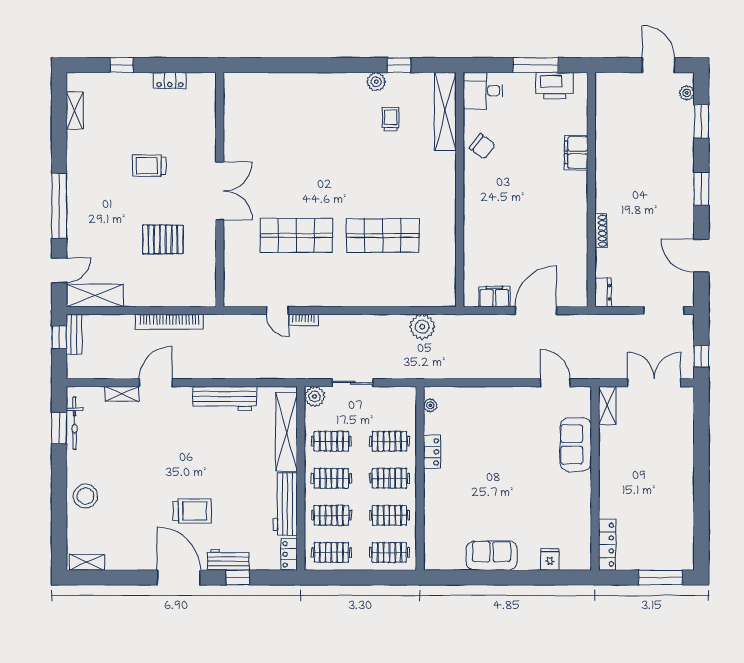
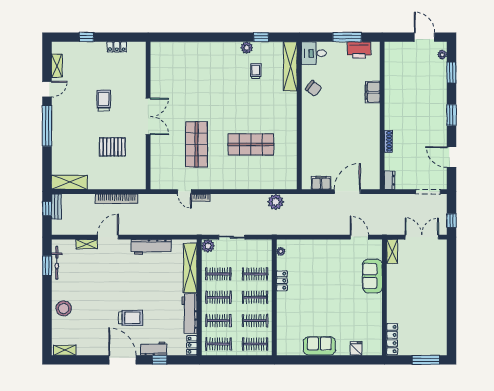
trolley: (149, 166) -> (104, 100), turned 90
shop shelf: (296, 236) -> (196, 144), turned 90
door: (59, 270) -> (47, 89), moved

